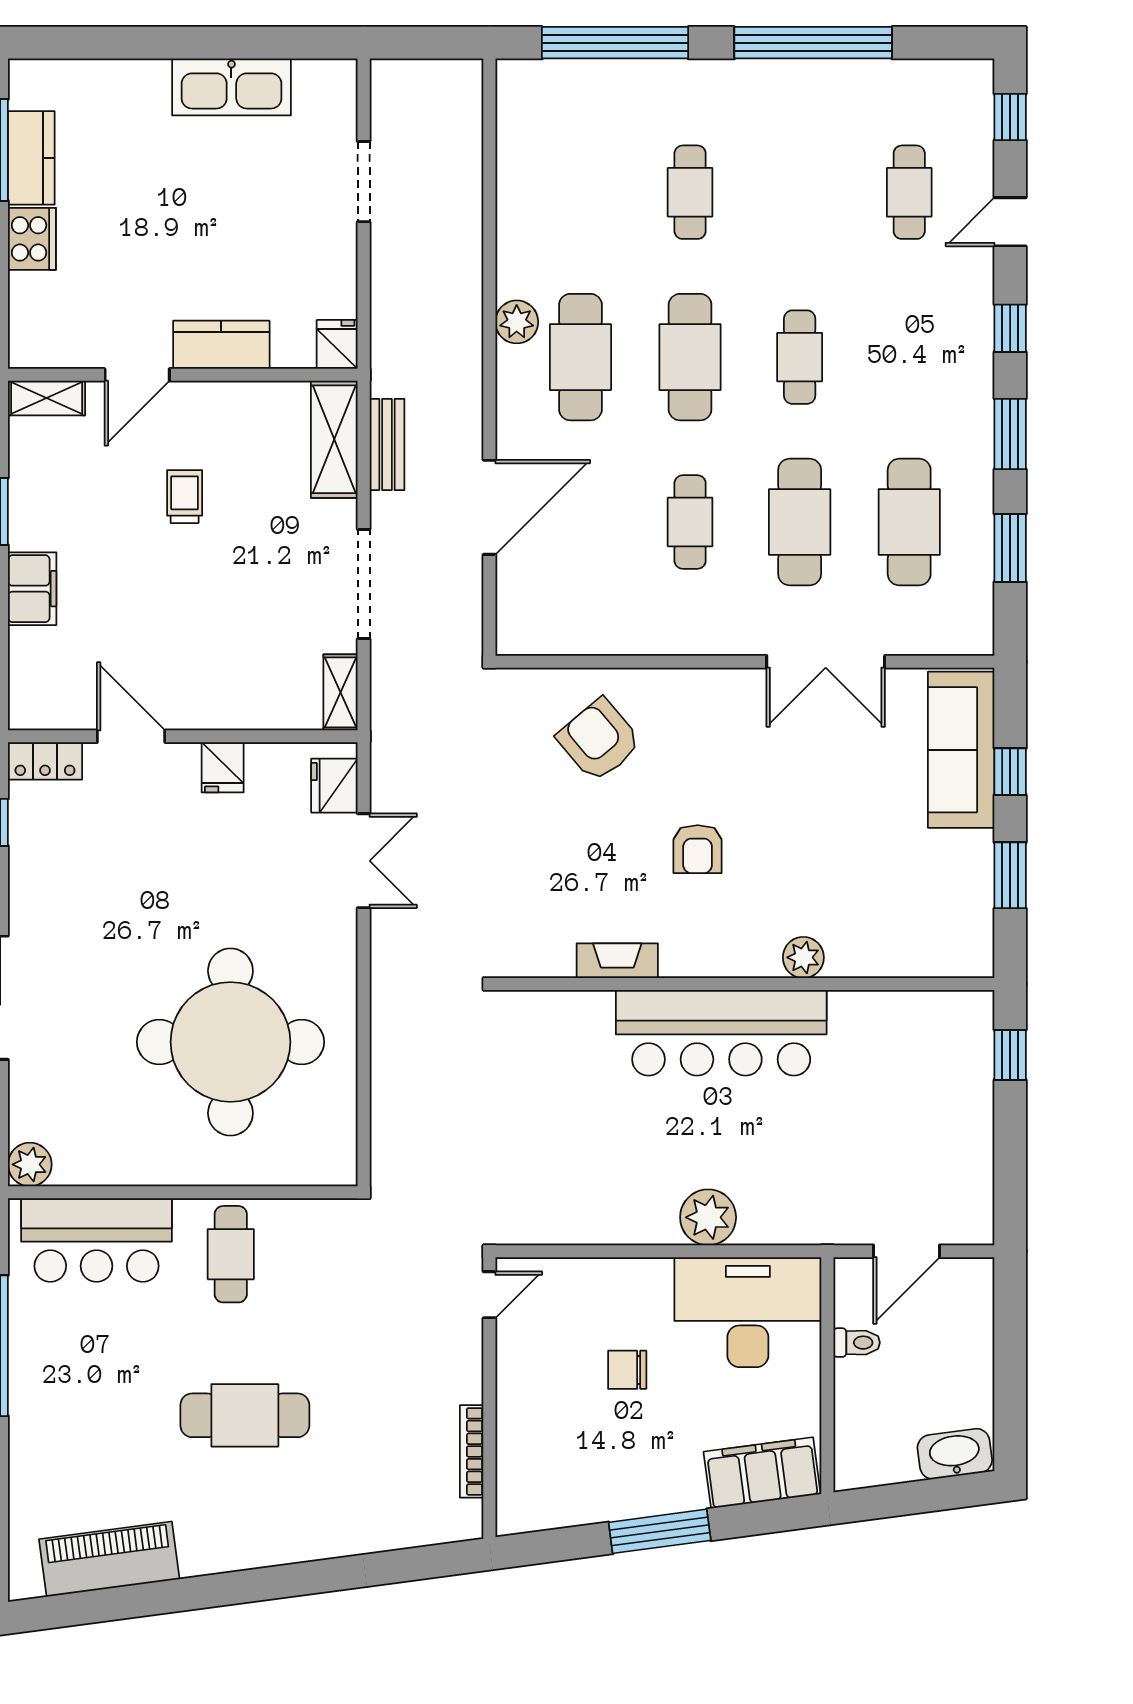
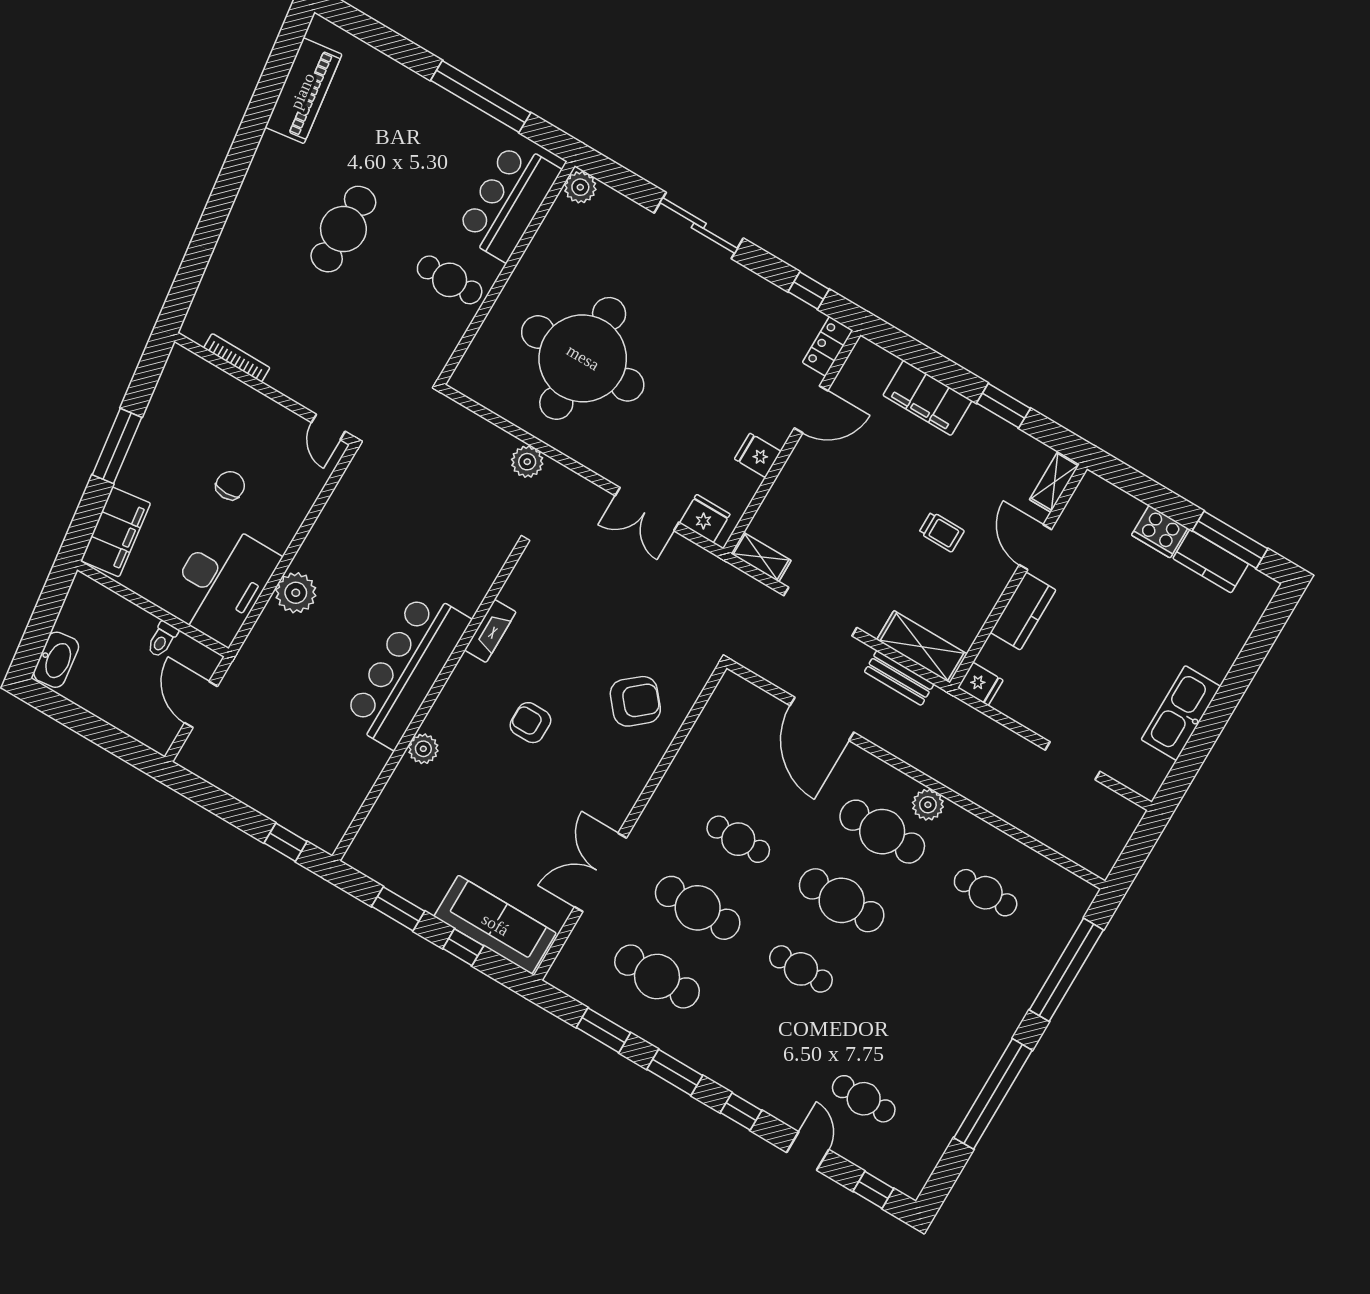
cafe table: (690, 192) -> (986, 893), moved
filing cabinet: (32, 589) -> (927, 398), width x1.50, depth x1.17
plant: (391, 1035) -> (527, 462), added

